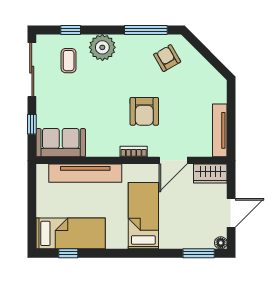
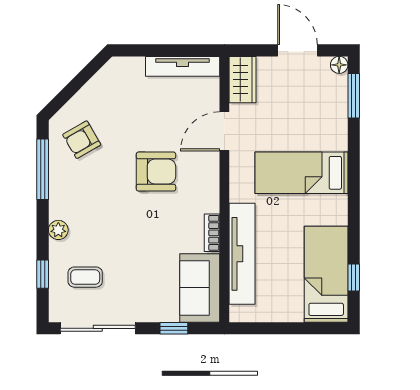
plant: (102, 47) -> (58, 230), width x0.53, depth x0.53
bookcase: (134, 152) -> (212, 233), moved
door: (173, 160) -> (224, 131), swing flipped

